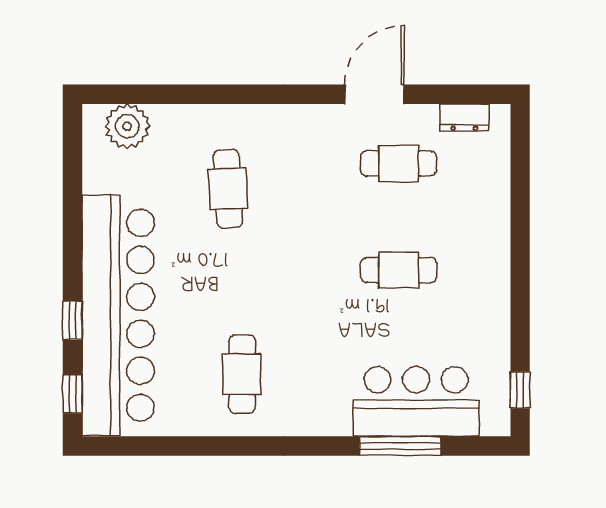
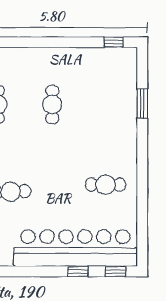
bar counter: (416, 401) -> (119, 95), removed
window: (400, 446) -> (142, 104), width x0.69

